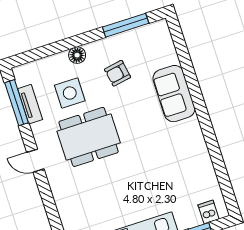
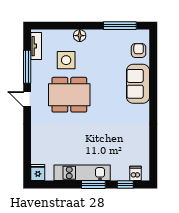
armchair: (118, 73) -> (139, 50), moved, turned 100
window: (17, 103) -> (27, 67), moved
tv unit: (30, 104) -> (36, 46), moved

